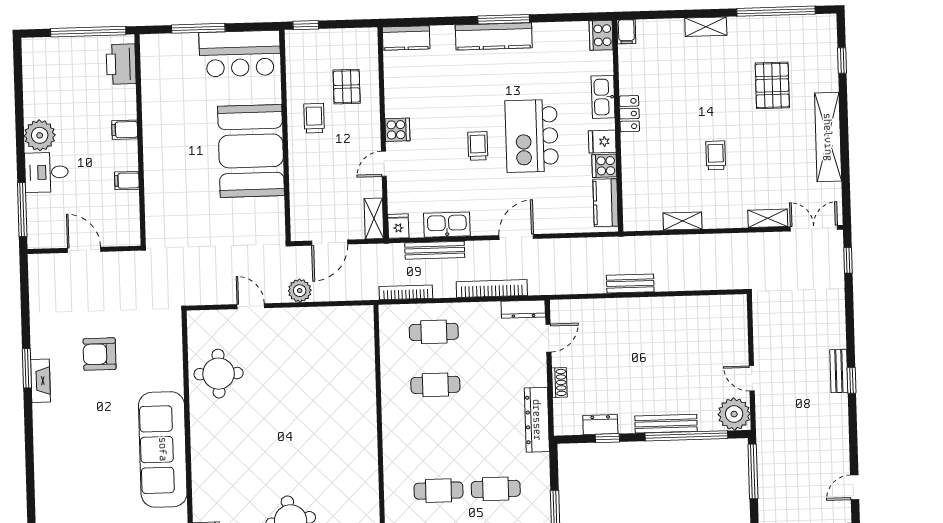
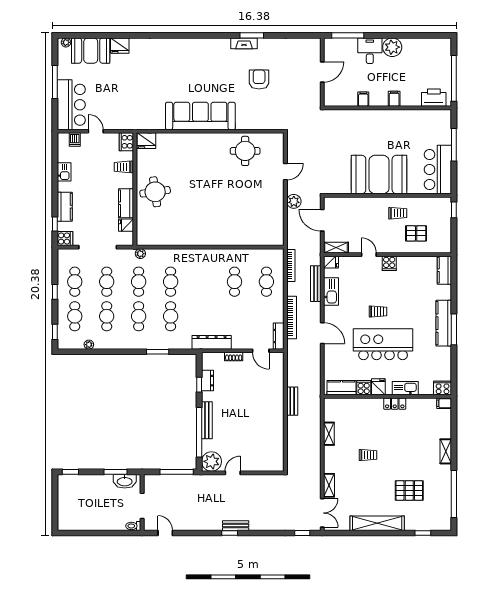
kitchen island: (532, 136) -> (383, 344), width x1.37

